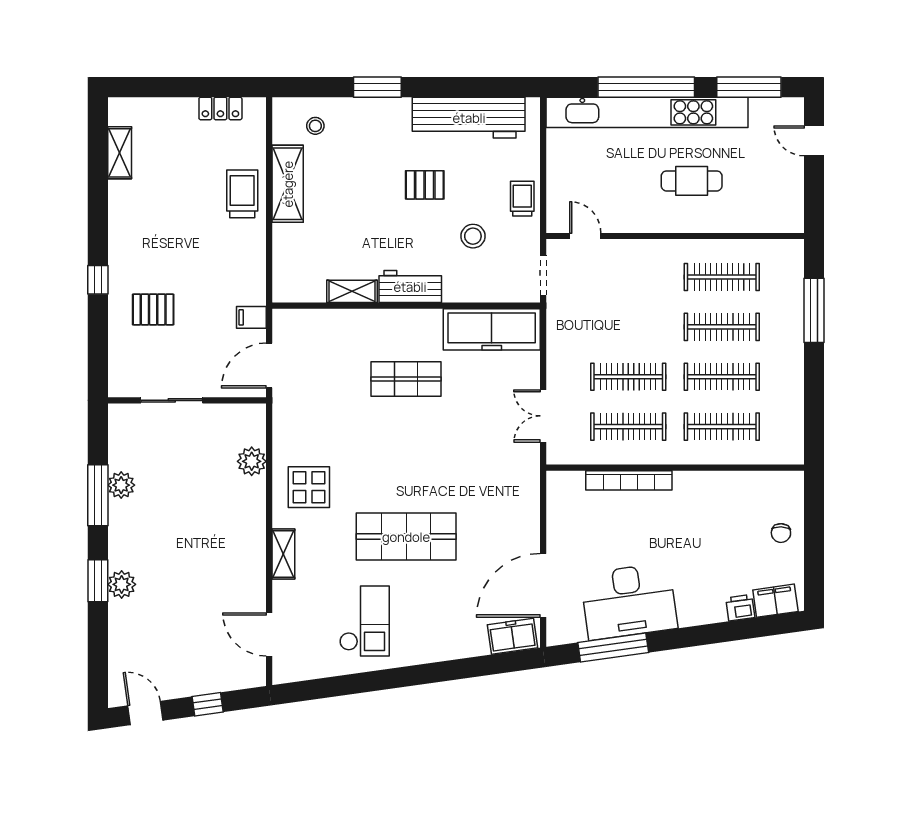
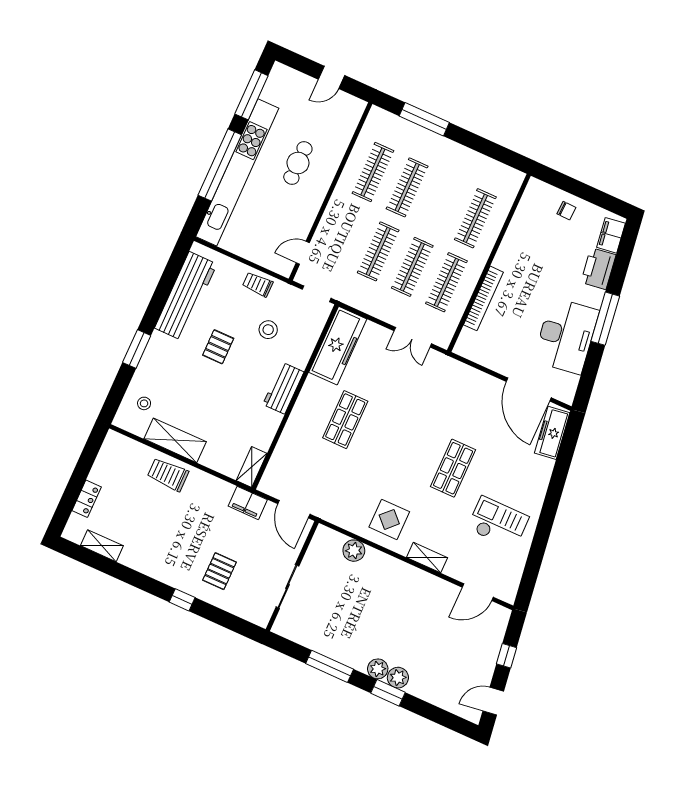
locker: (220, 108) -> (87, 499), moved
door: (814, 141) -> (331, 77), moved
shelving: (352, 291) -> (252, 467), moved
filing cabinet: (251, 317) -> (248, 503), width x2.00
clothes rail: (722, 377) -> (378, 251), moved
plant: (121, 485) -> (378, 669), moved
shop shelf: (406, 537) -> (453, 468), width x0.70, depth x0.74
printer: (740, 608) -> (598, 269), width x1.87, depth x1.48
freezer: (513, 636) -> (552, 433), width x1.40
window: (613, 647) -> (605, 319), moved

